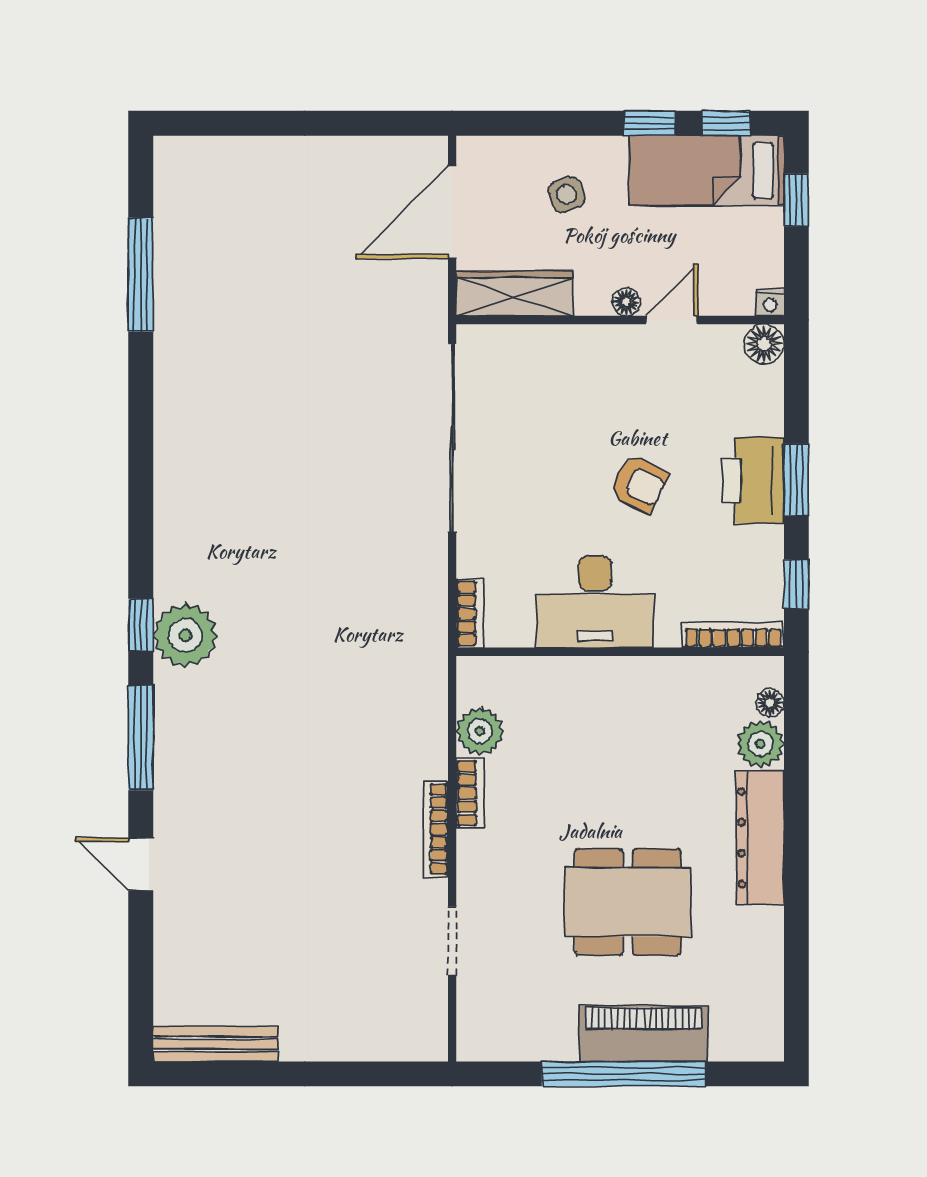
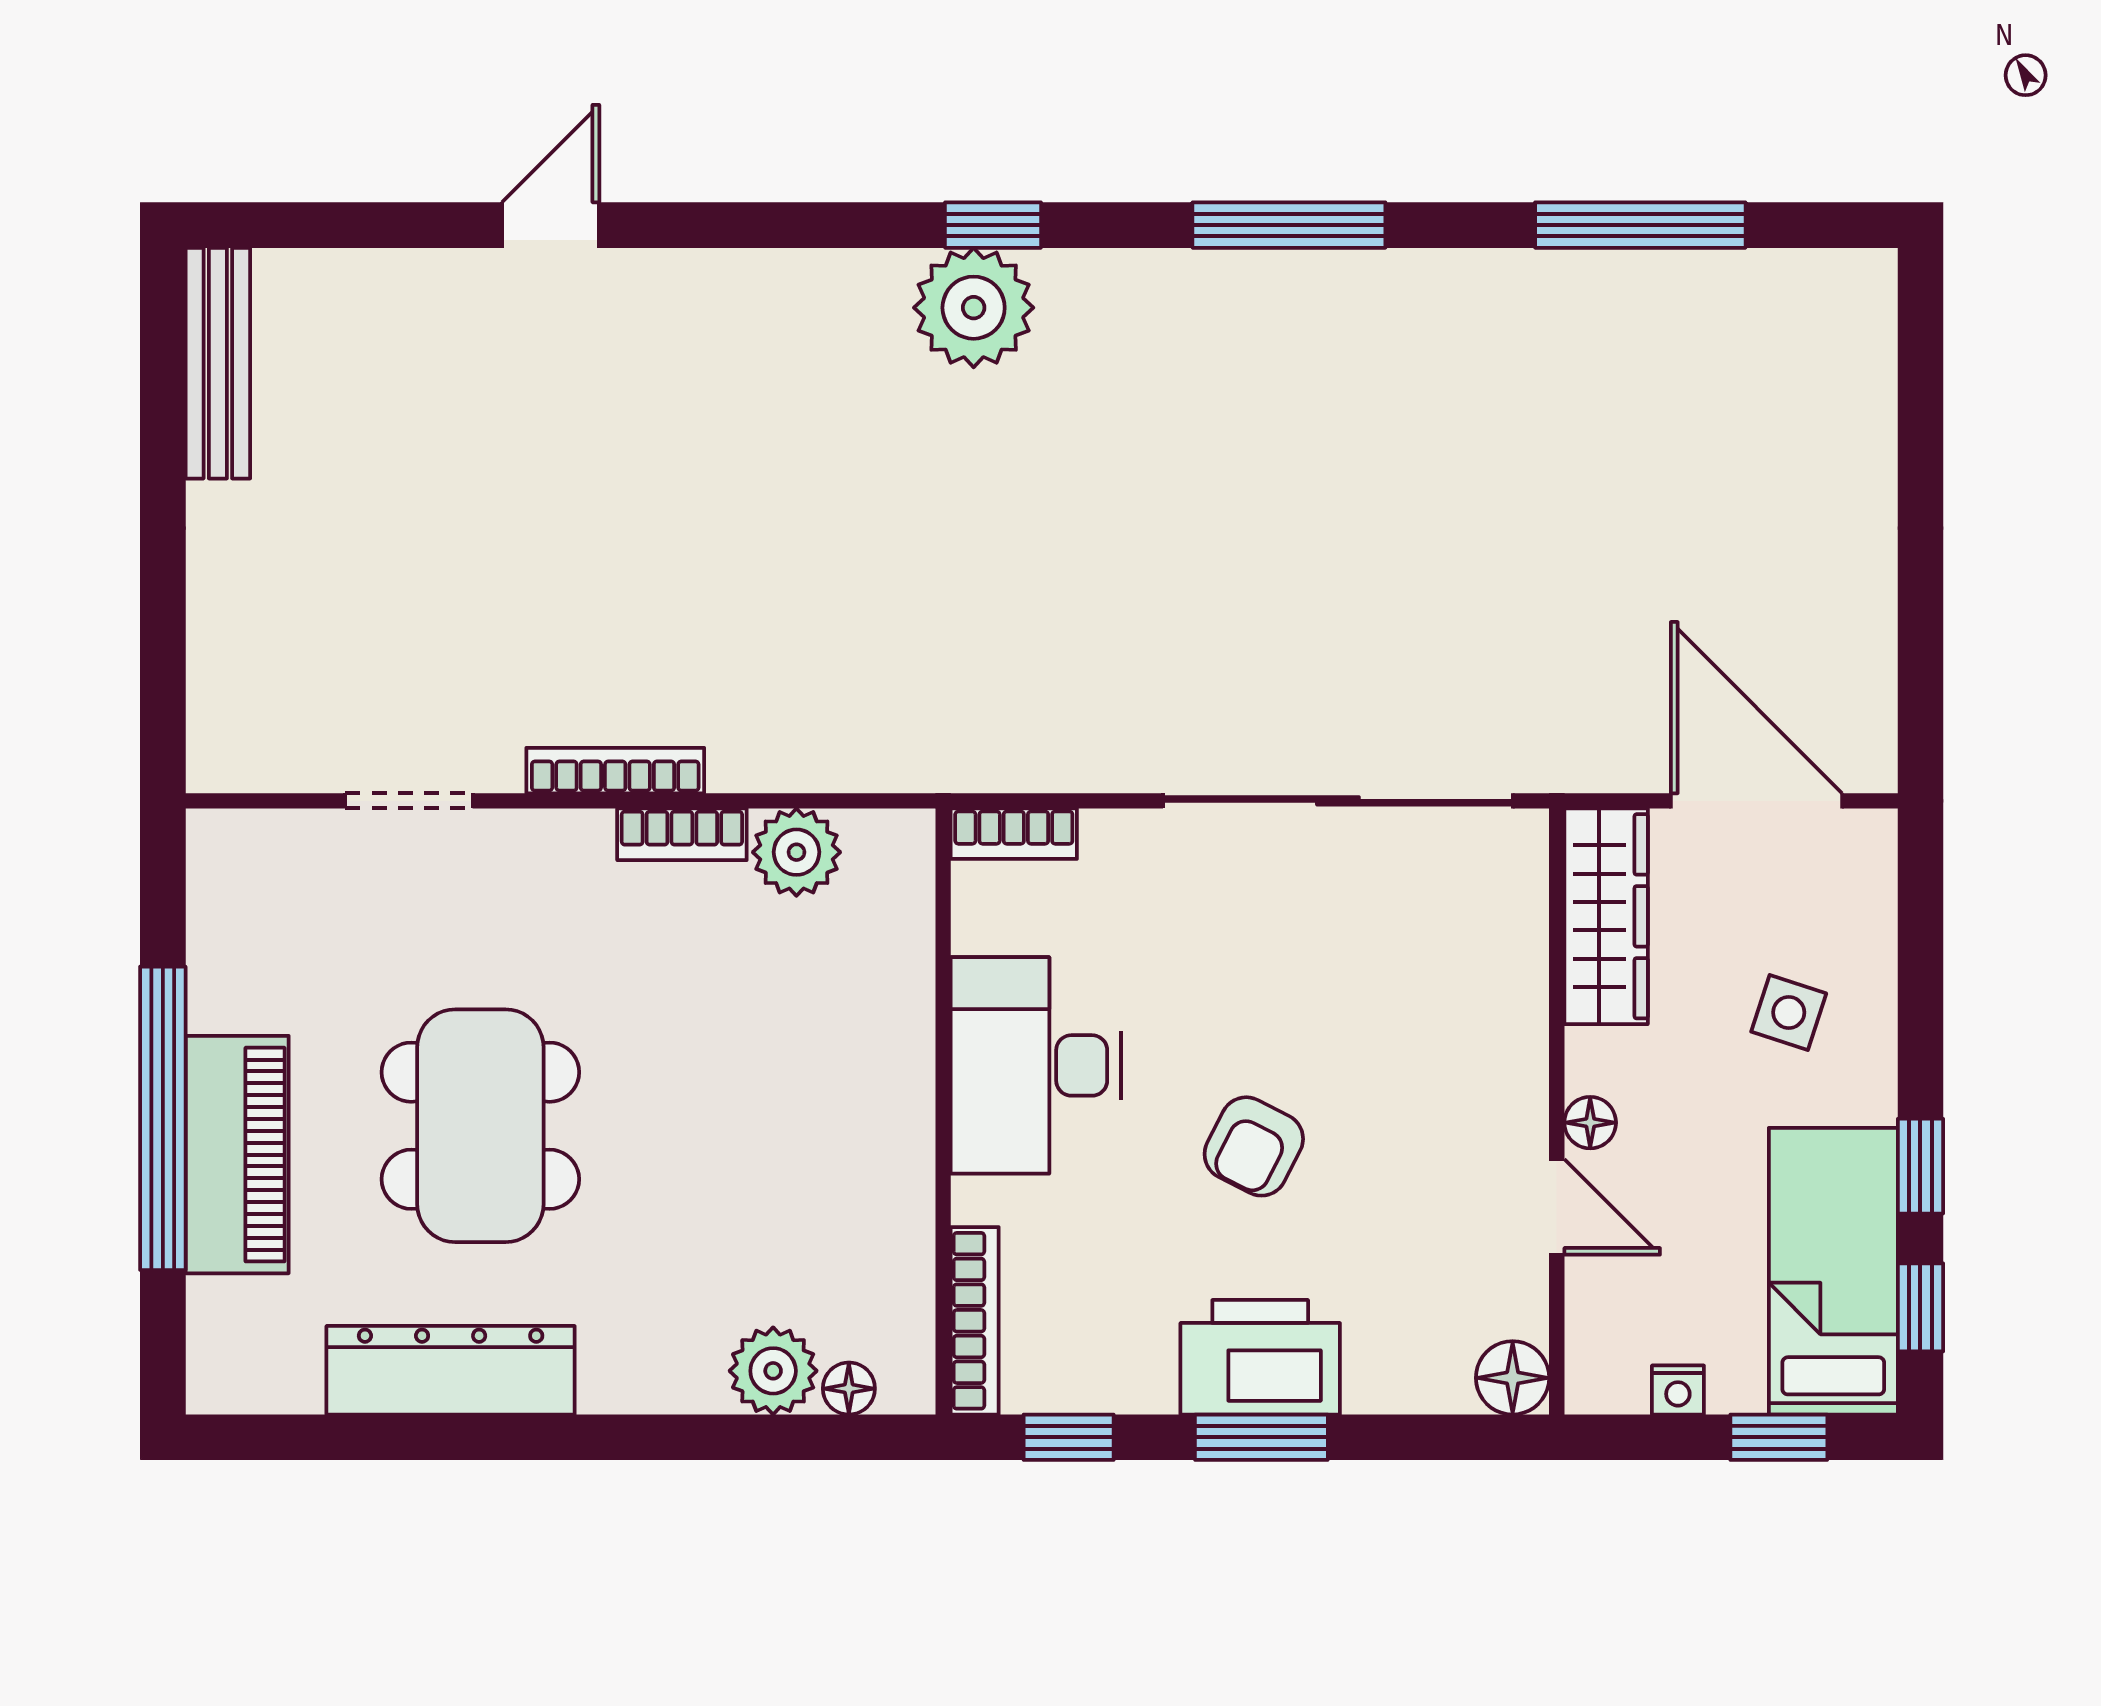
side table: (567, 195) -> (1789, 1012), turned 37
nightstand: (770, 303) -> (1678, 1390), moved, turned -90
window: (141, 738) -> (1289, 225), moved
dresser: (760, 838) -> (451, 1370), moved

